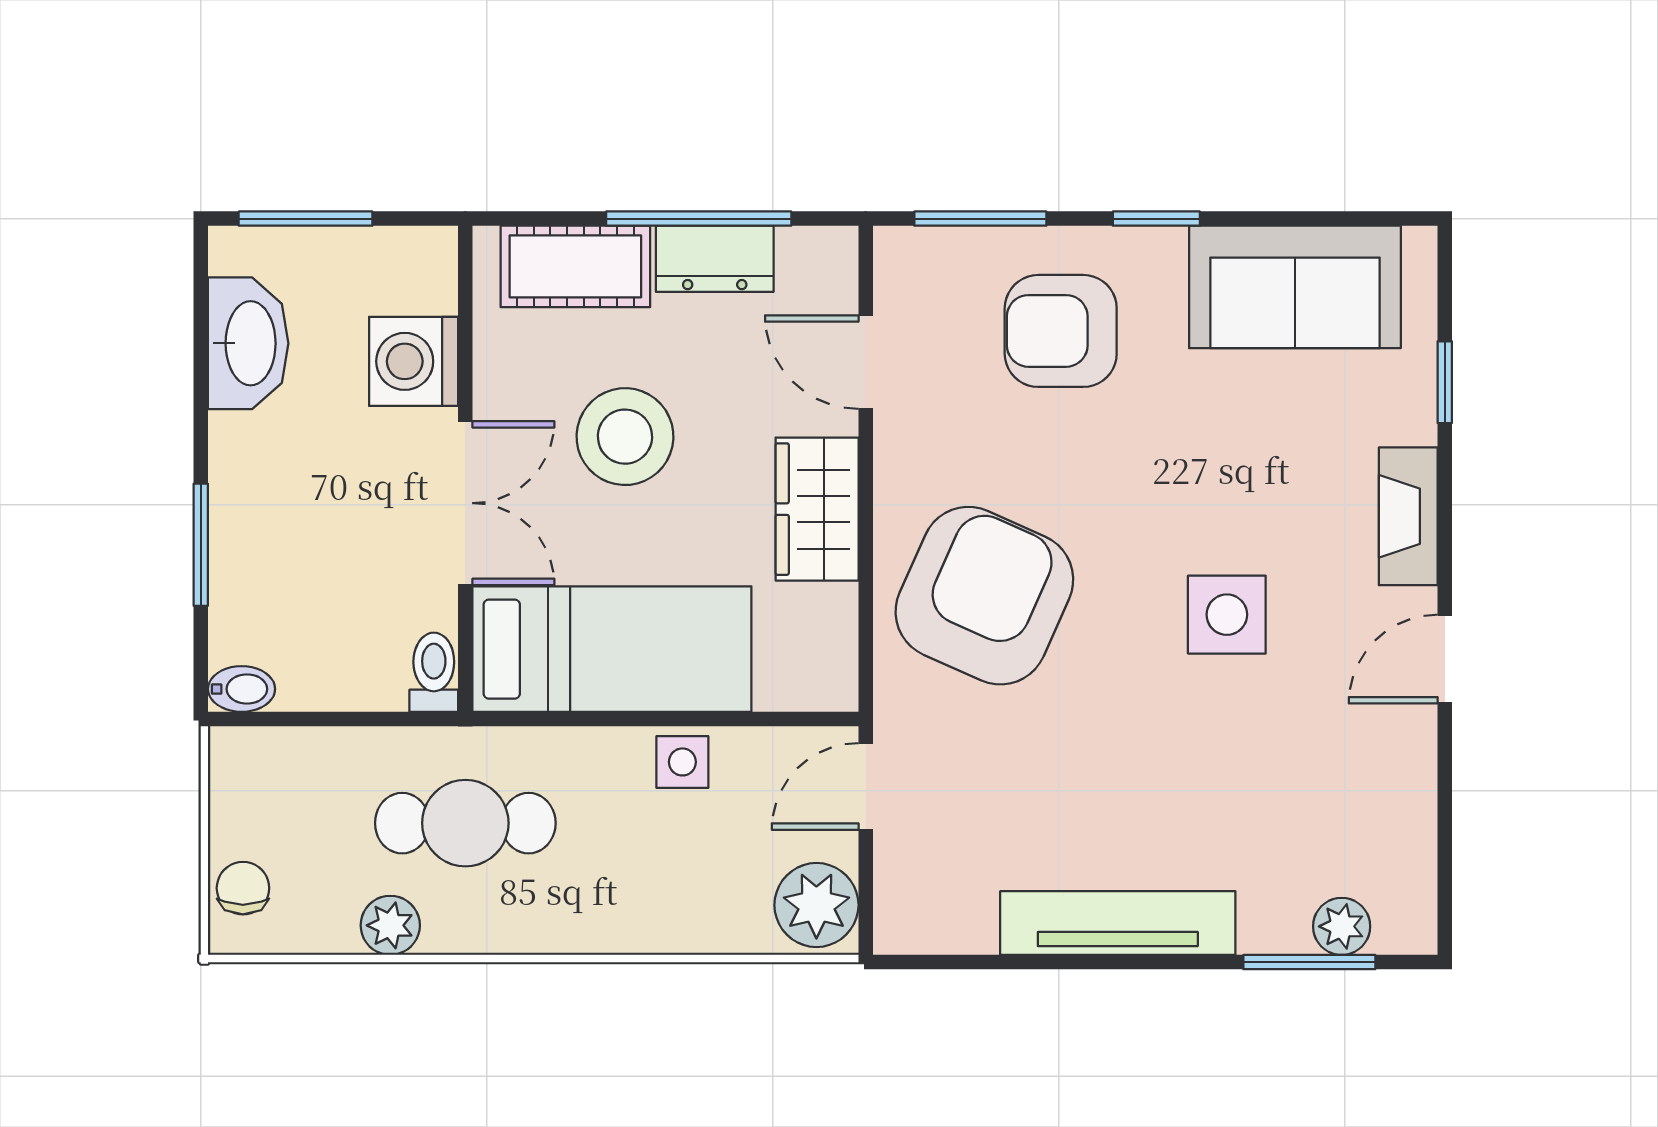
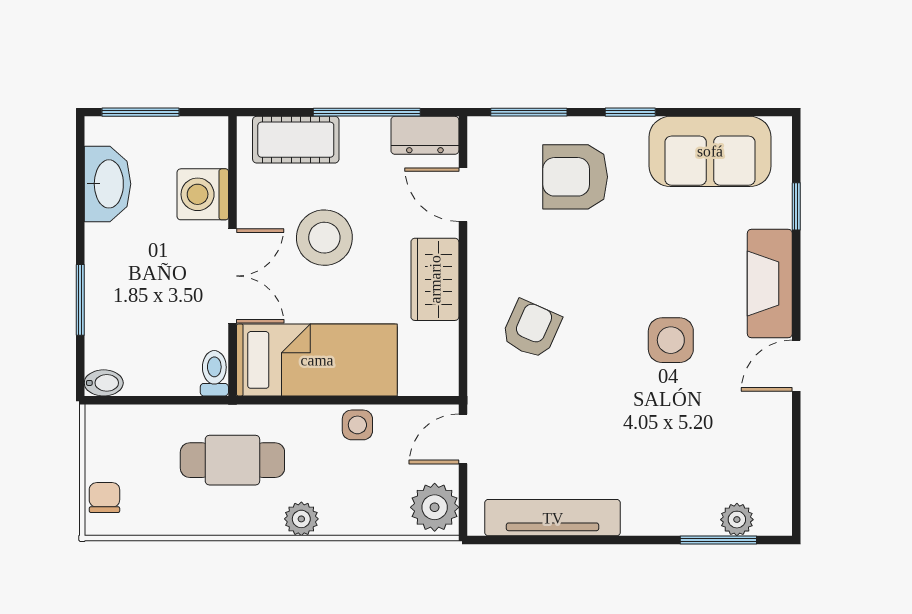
dresser: (715, 259) -> (425, 135), moved
fireplace: (1408, 516) -> (770, 284), width x1.37, depth x1.32
armchair: (984, 596) -> (531, 329), width x0.53, depth x0.53
tv unit: (1118, 923) -> (553, 518), moved
plant: (390, 925) -> (301, 519), moved

